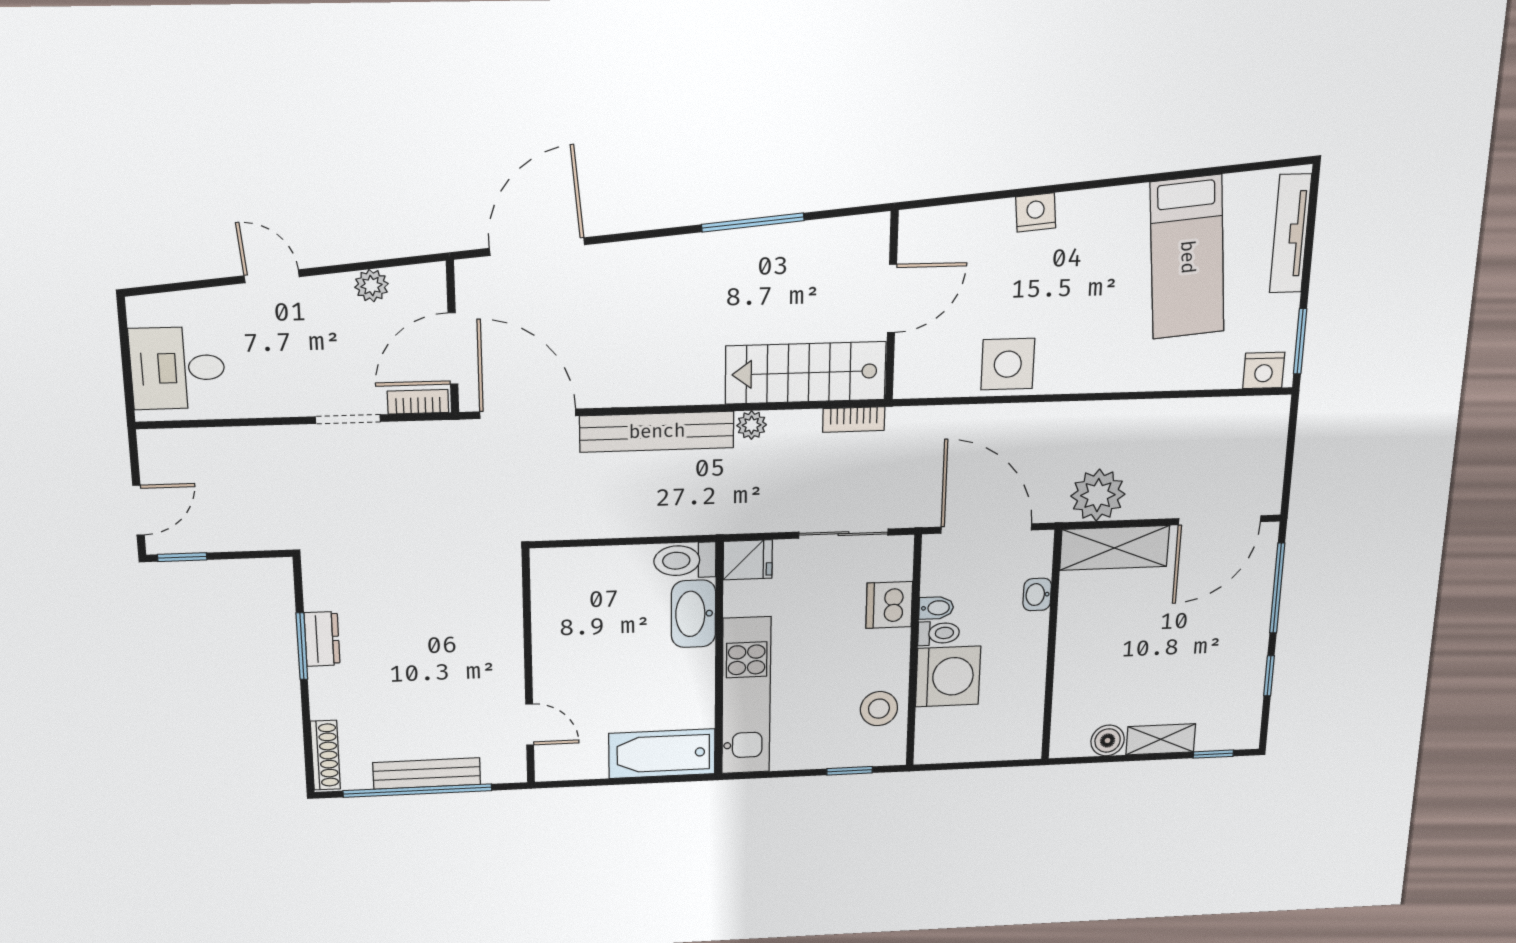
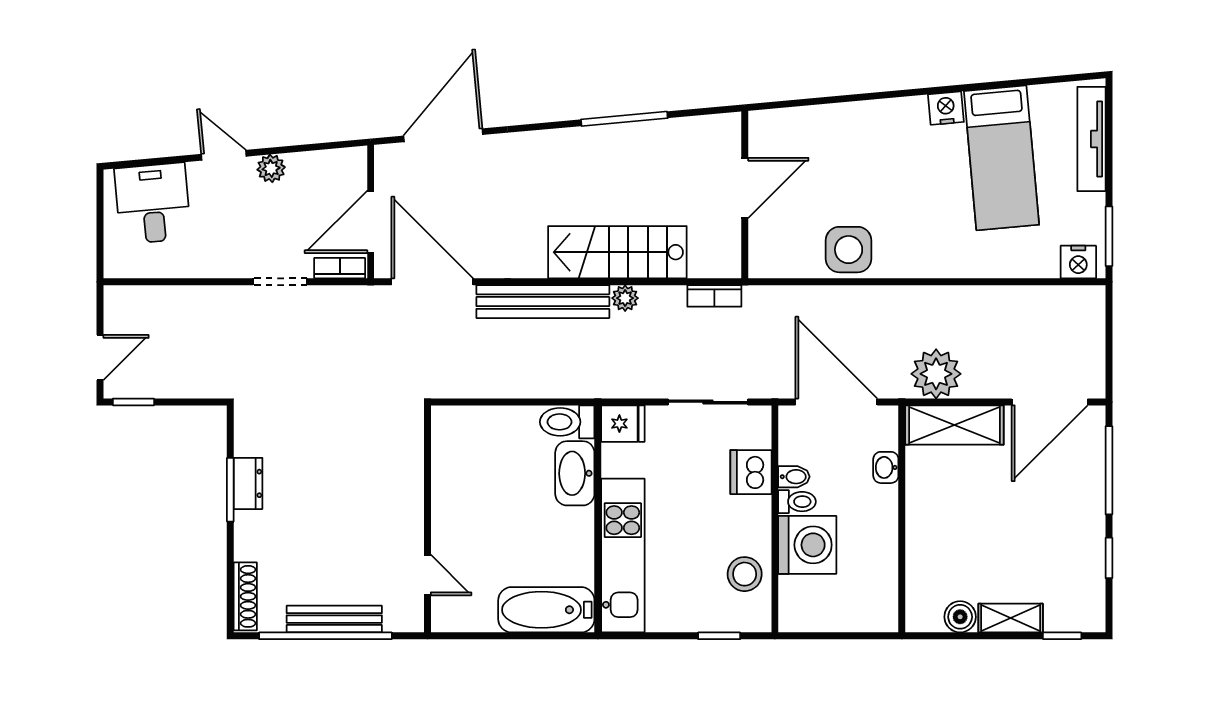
nightstand: (1036, 212) -> (946, 108), moved
plant: (371, 286) -> (271, 168), moved
desk: (177, 368) -> (153, 203), moved, turned 85
stairs: (806, 373) -> (617, 252), moved

